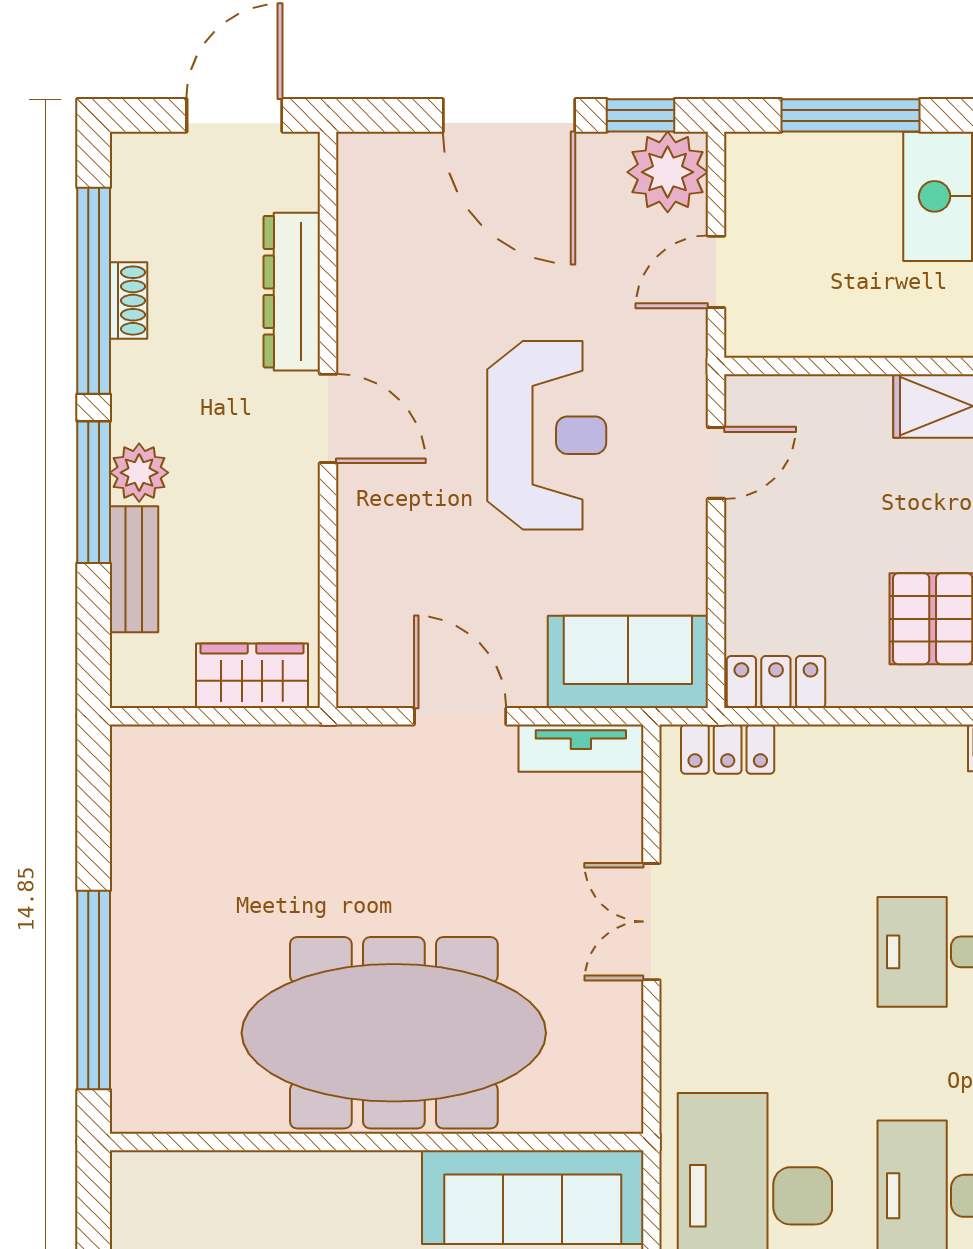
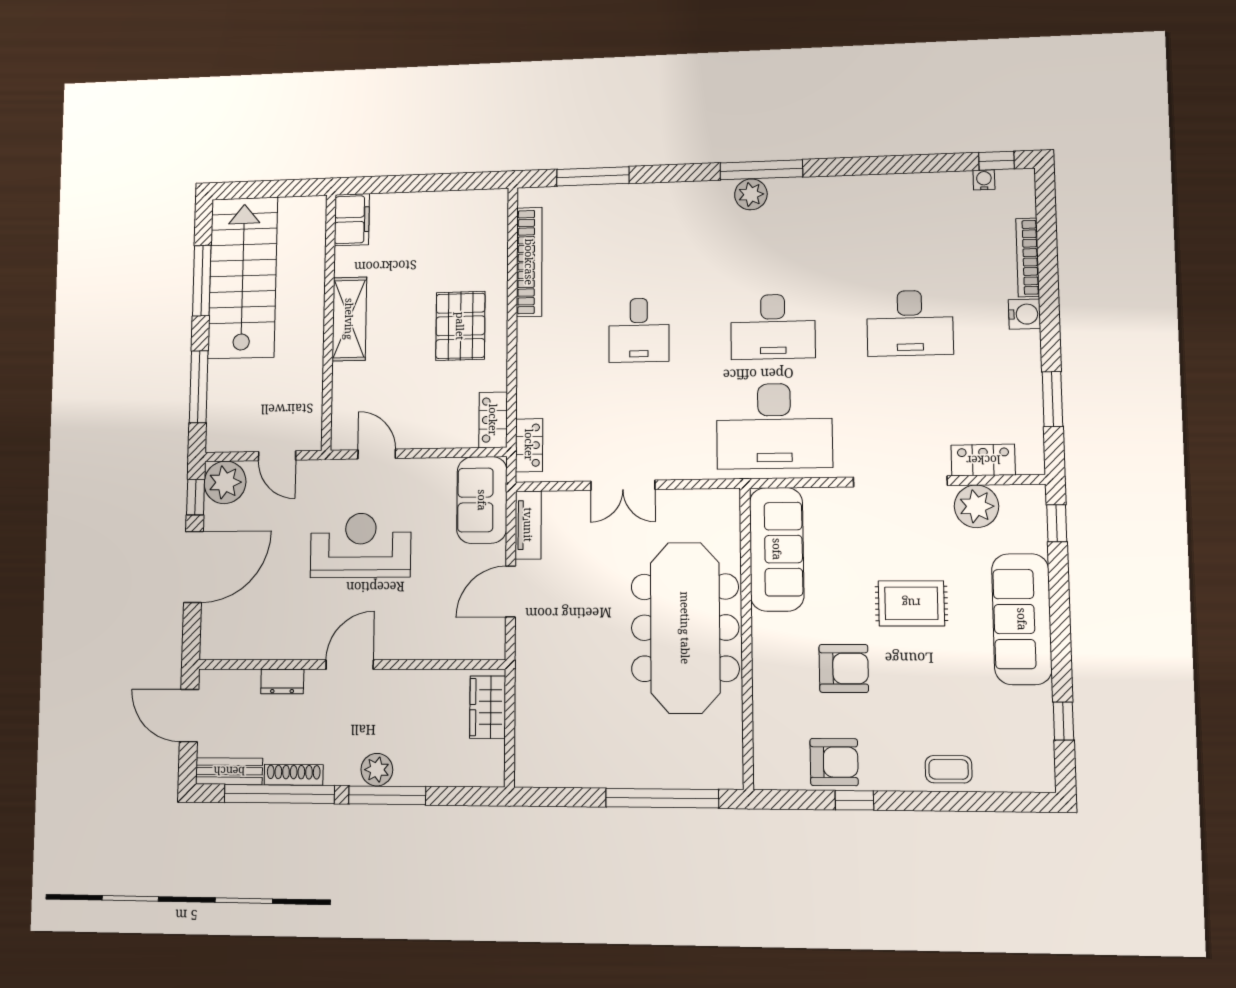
dresser: (292, 292) -> (282, 681), width x0.51, depth x0.80
shoe rack: (128, 301) -> (294, 775), width x1.43
bench: (134, 569) -> (229, 771), moved

